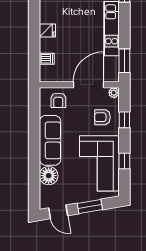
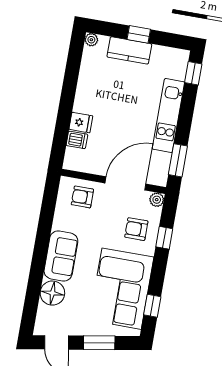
fridge: (47, 30) -> (81, 123), moved
armchair: (58, 100) -> (82, 197), turned 90
sofa: (50, 140) -> (61, 256), width x0.73
window: (124, 161) -> (152, 306), moved

